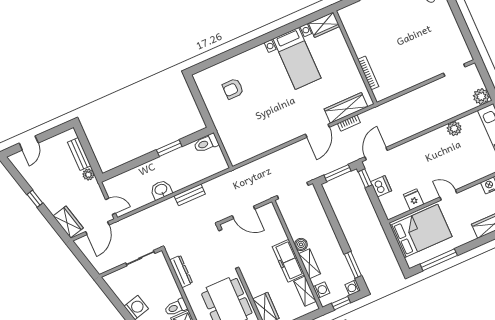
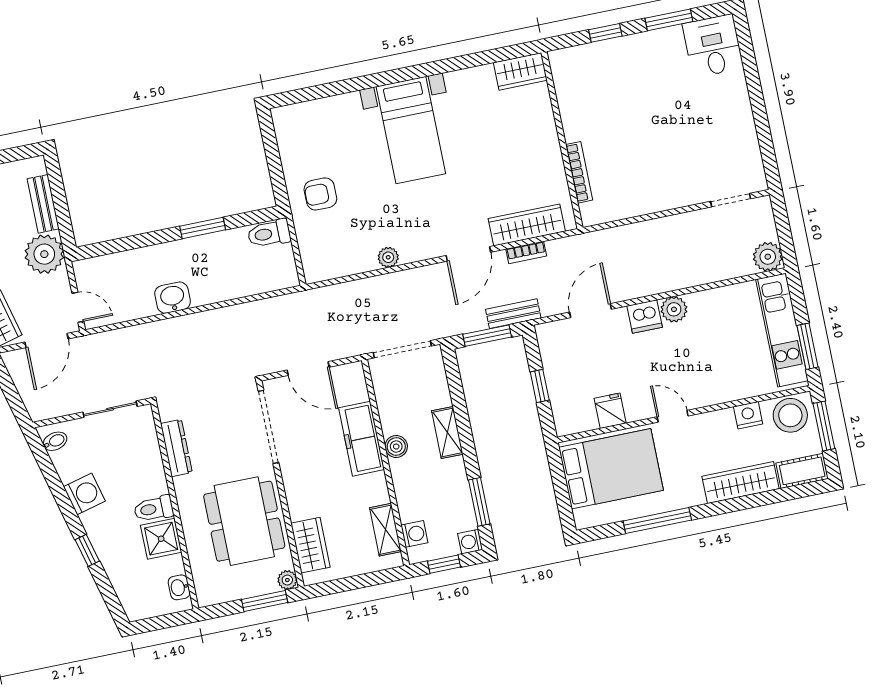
bed with nightstands: (297, 58) -> (411, 130), moved
armchair: (233, 89) -> (320, 194), moved
plant: (454, 129) -> (674, 309), moved
plant: (274, 142) -> (388, 257), added
door: (376, 154) -> (590, 311), moved
plant: (88, 175) -> (44, 254), width x1.88, depth x1.88
window: (365, 178) -> (540, 386), moved
dishwasher: (381, 186) -> (645, 316), moved, turned 90
bench: (190, 195) -> (513, 314), moved
window: (439, 260) -> (657, 520), moved
freezer: (288, 261) -> (362, 439), moved
shelving: (309, 264) -> (447, 432), moved
bidet: (114, 282) -> (55, 441), added

